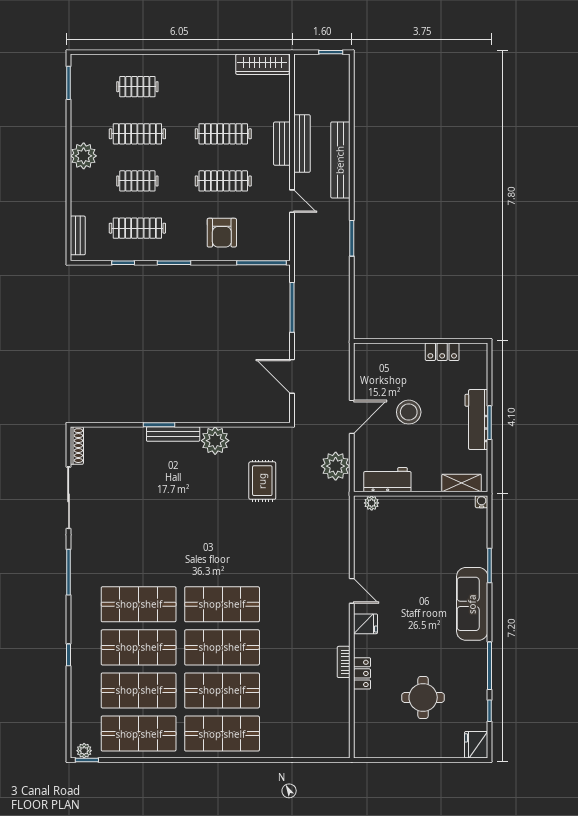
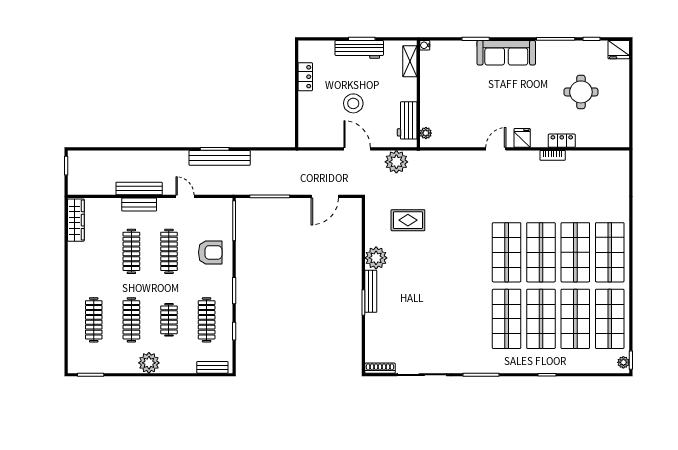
clothes rail: (137, 87) -> (94, 320), width x1.36
bench: (340, 160) -> (220, 158), moved
door: (292, 201) -> (185, 196), hinge flipped

